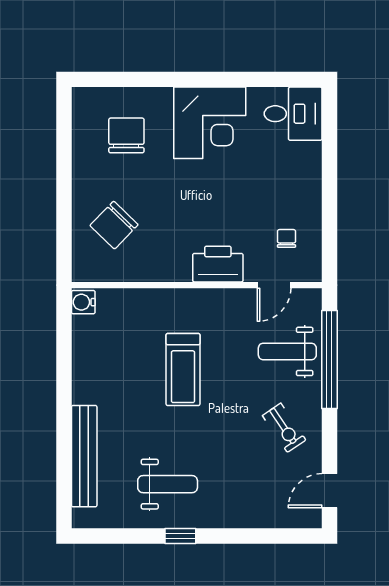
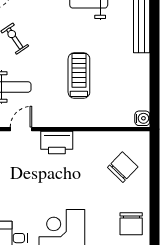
chair: (126, 135) -> (131, 224), moved
chair: (286, 238) -> (13, 159), removed

